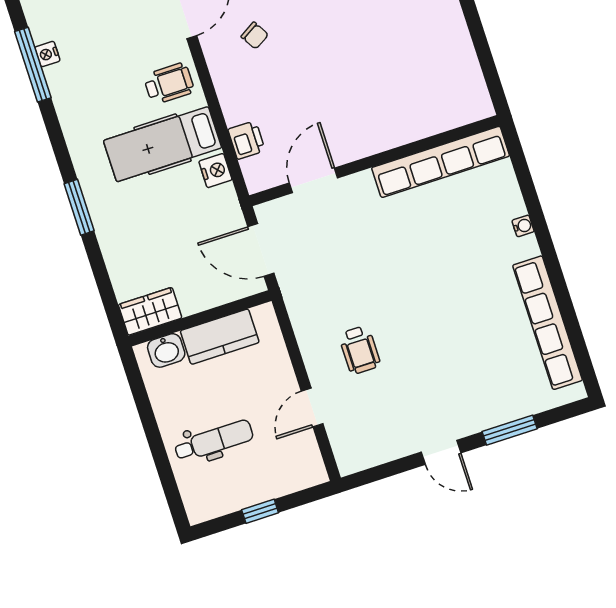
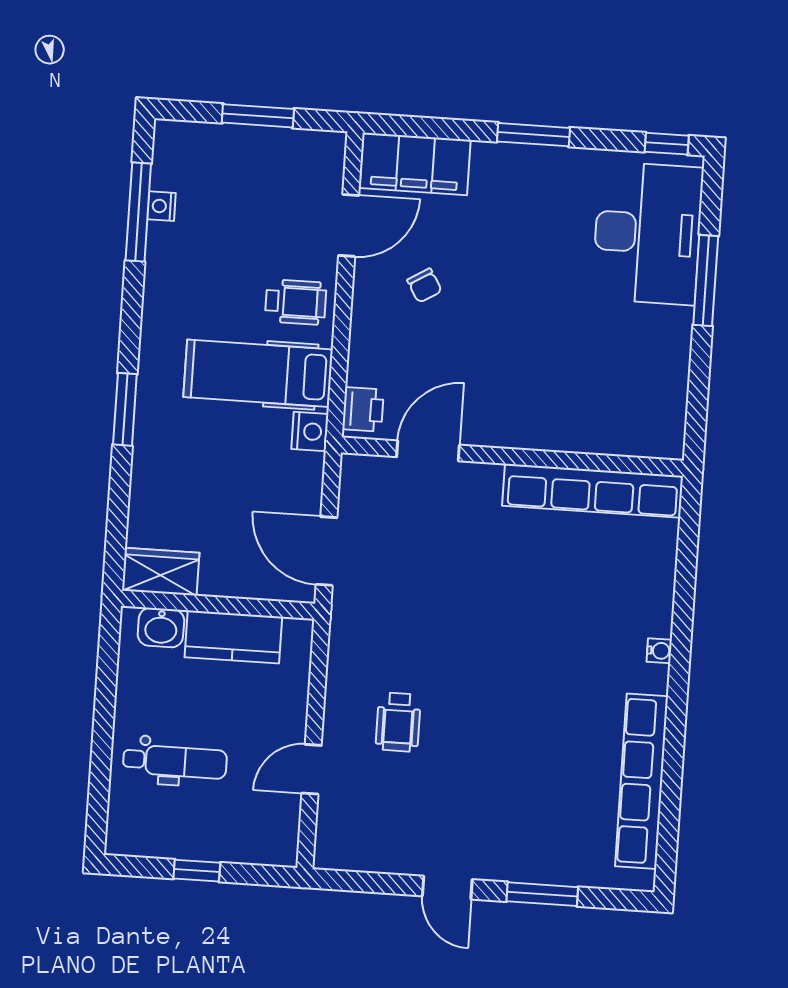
wall: (375, 161) -> (512, 457), moved
row of seats: (441, 162) -> (593, 491), moved
door: (314, 180) -> (428, 451), moved

